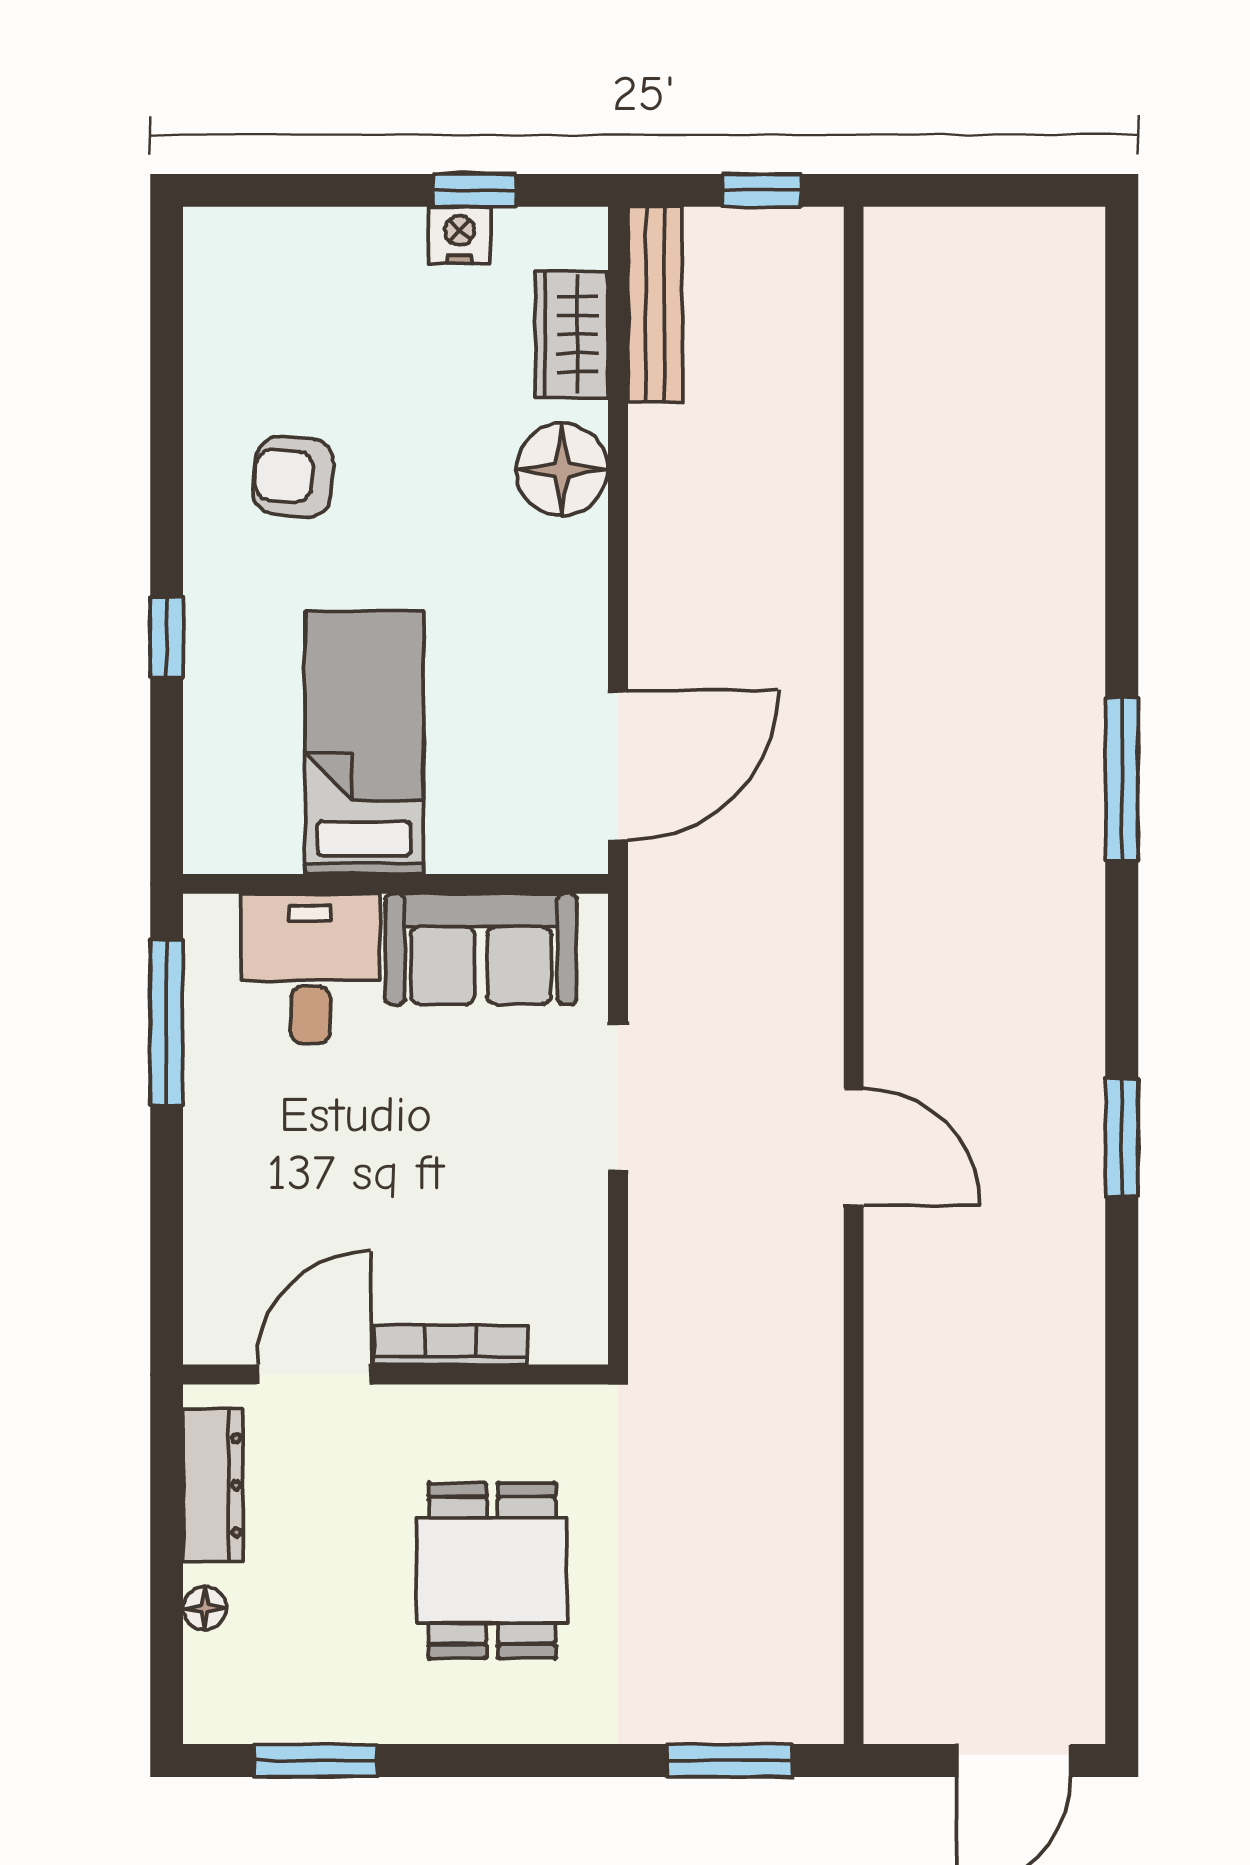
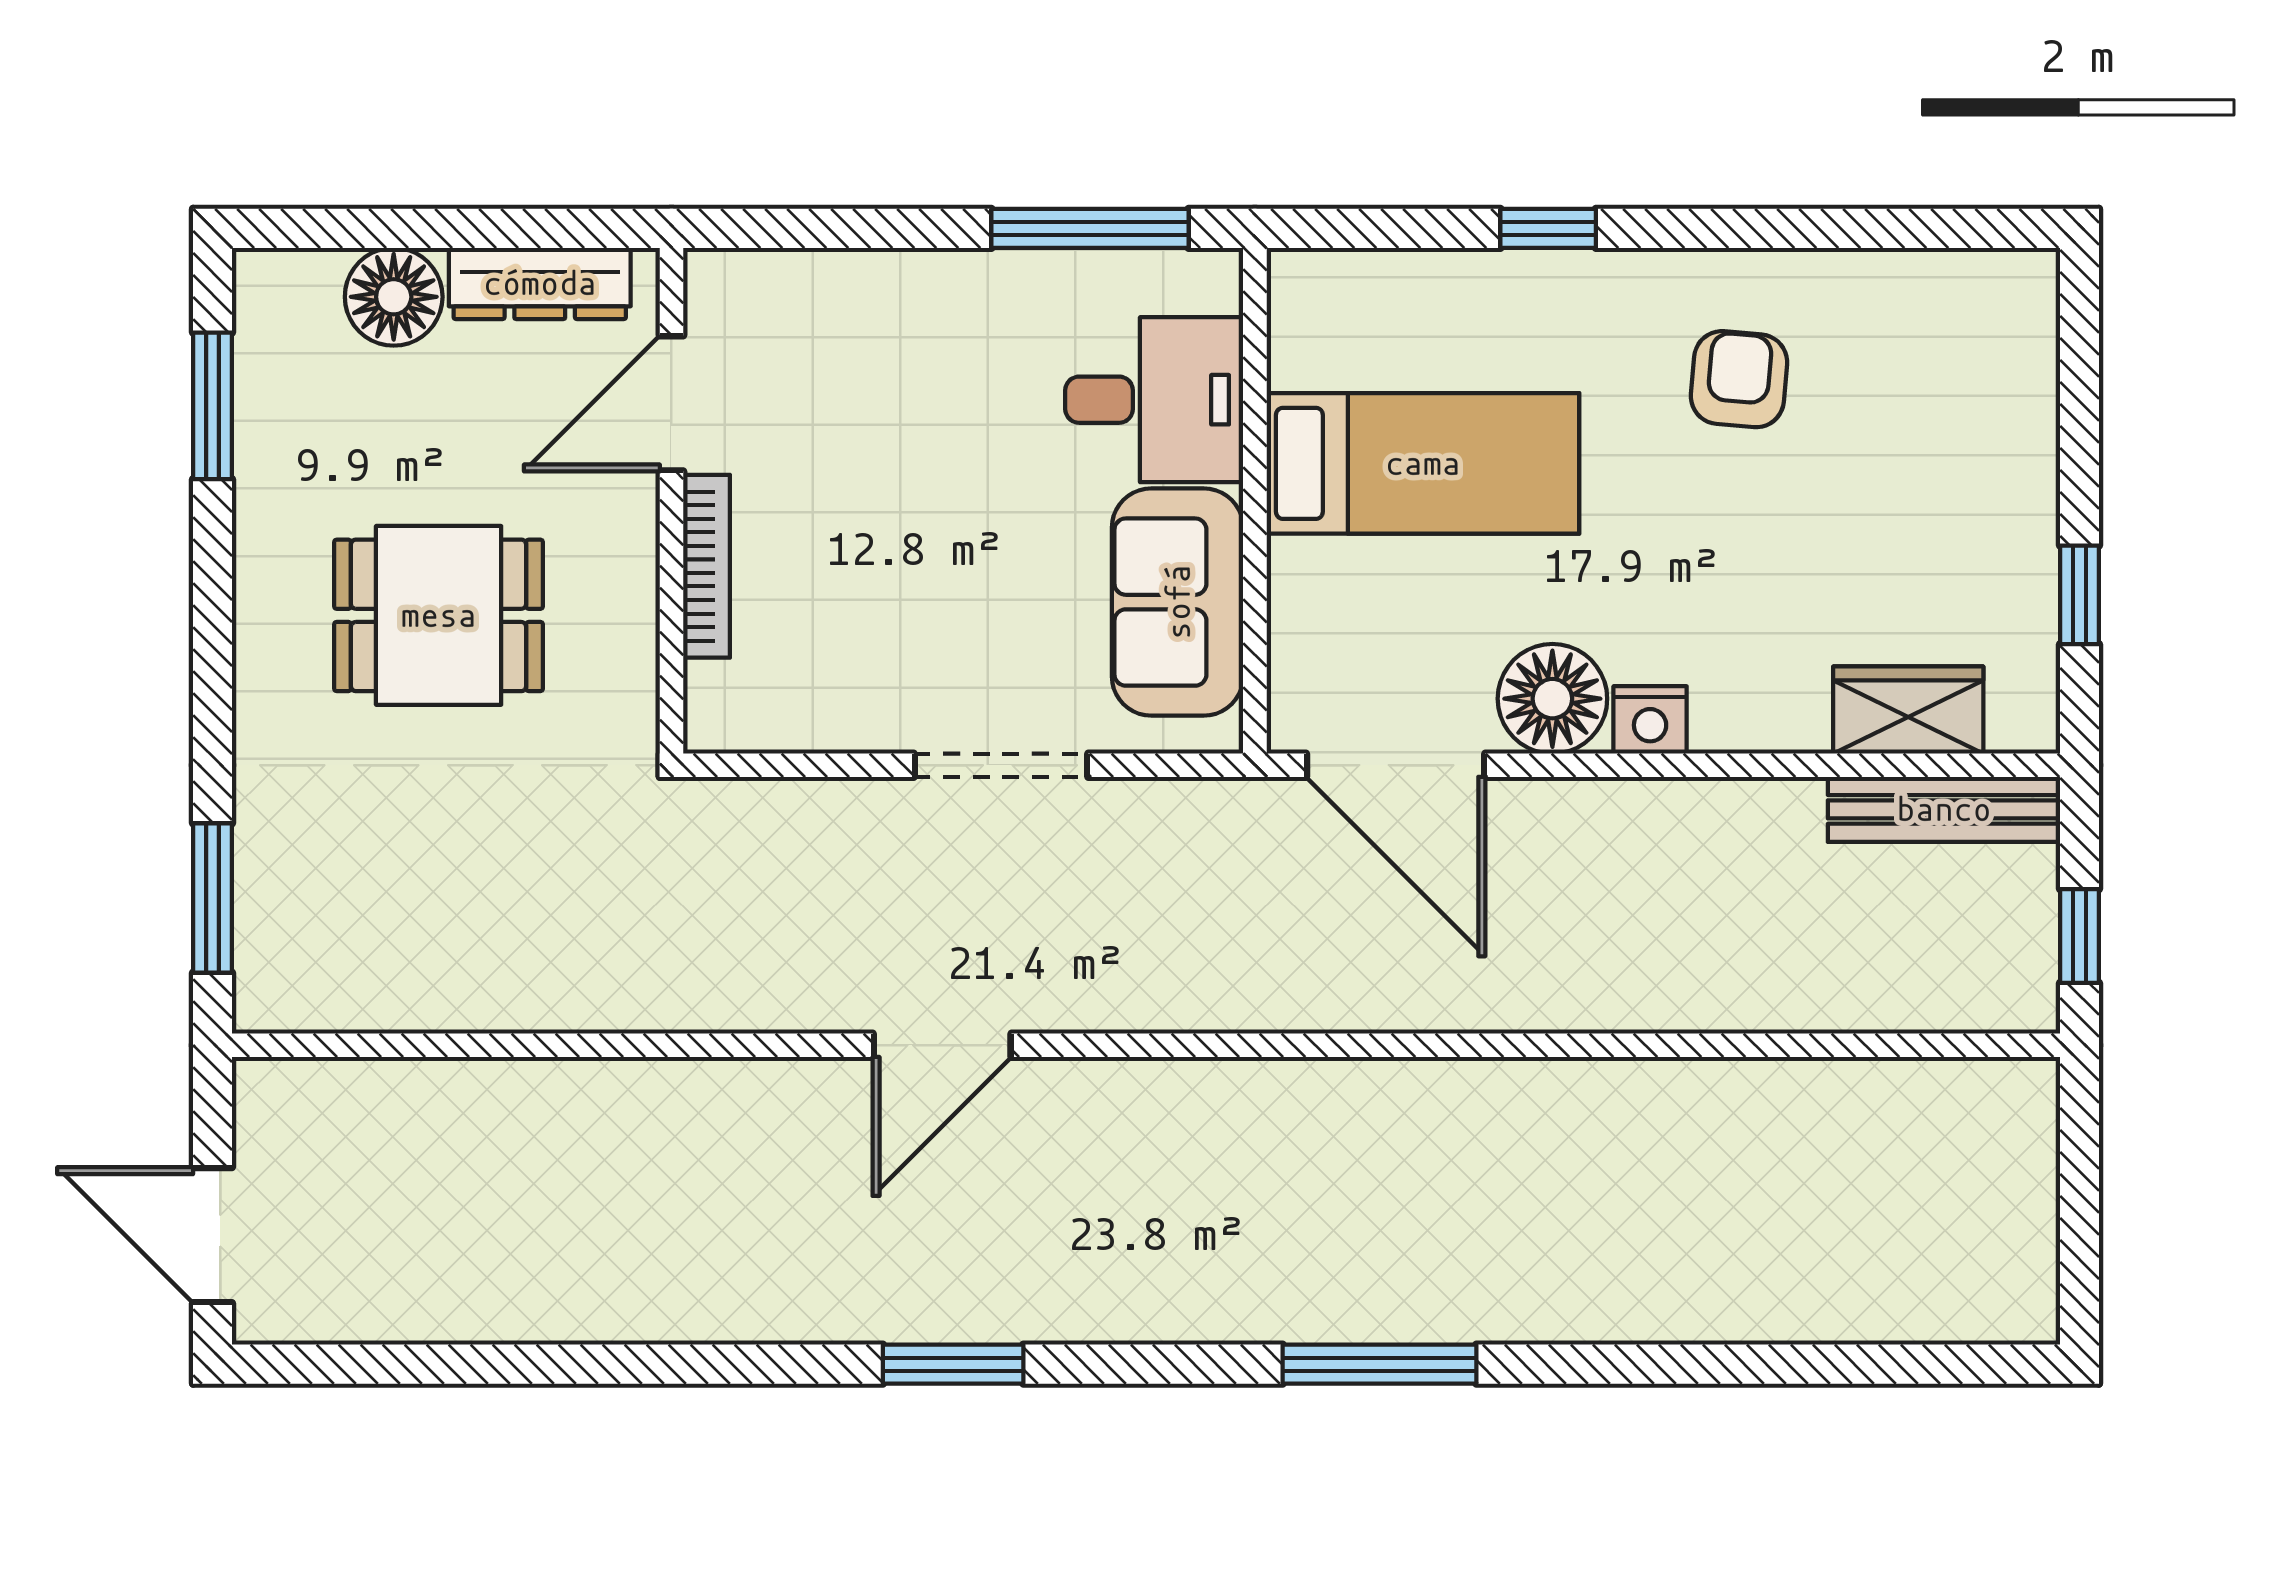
nightstand: (459, 235) -> (1650, 720), moved, turned 90
floor lamp: (562, 469) -> (1552, 699), moved
door: (314, 1375) -> (671, 403), swing flipped
floor lamp: (205, 1608) -> (394, 297), width x1.89, depth x1.89

